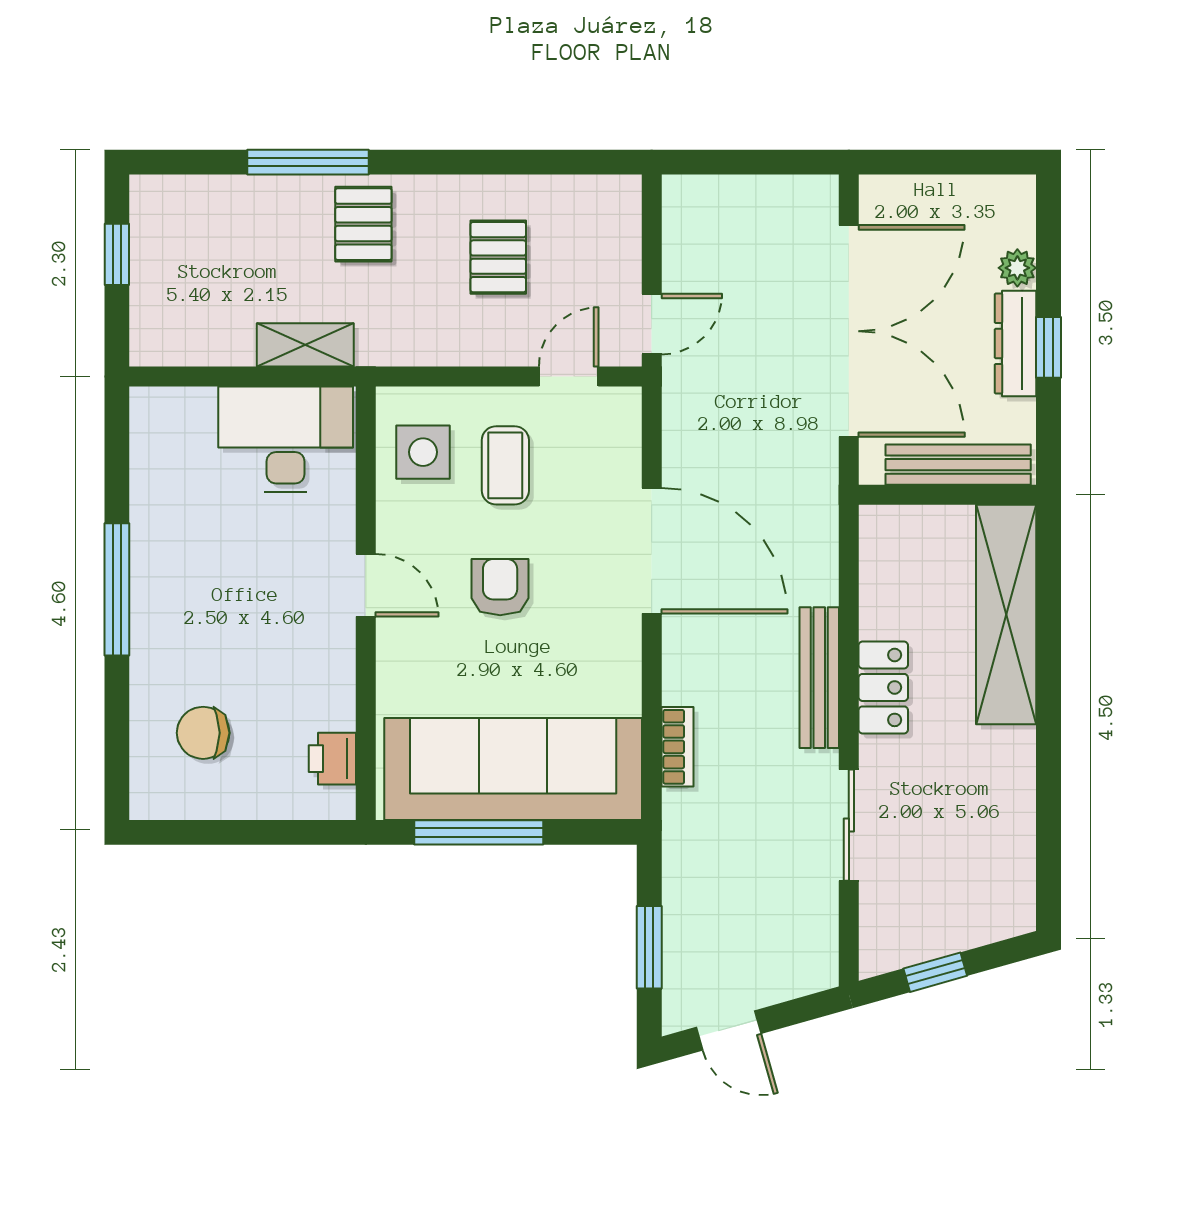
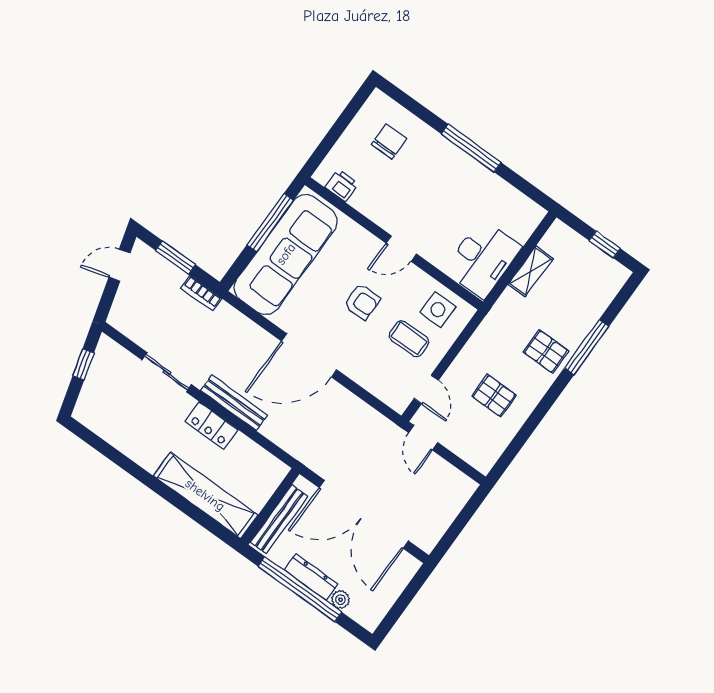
shelving: (305, 345) -> (531, 271), moved
window: (1048, 347) -> (300, 589), width x3.17
door: (652, 551) -> (309, 355), moved
bookcase: (677, 747) -> (201, 293), moved

